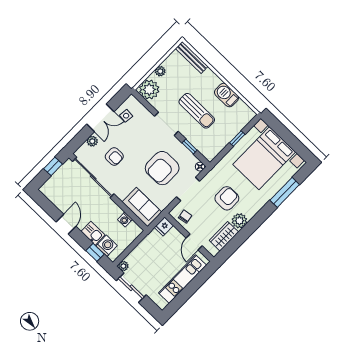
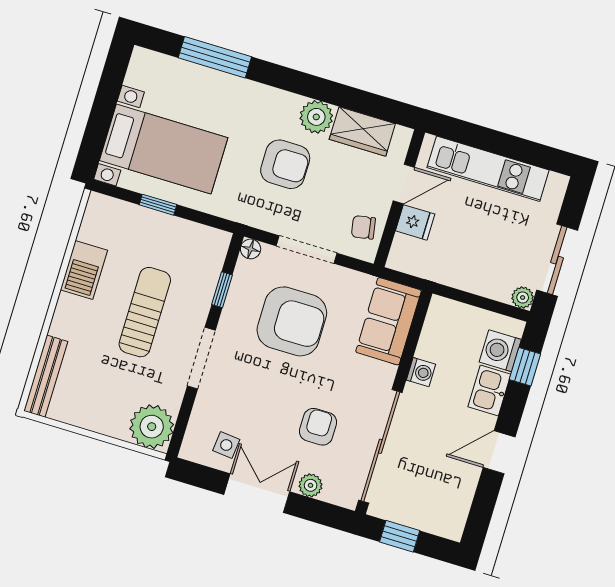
plant: (160, 71) -> (105, 424), removed
bed with nightstands: (264, 158) -> (164, 149), width x0.73
armchair: (227, 198) -> (285, 164), turned 180
washing machine: (125, 220) -> (421, 372), moved
fridge: (164, 226) -> (415, 222), moved

